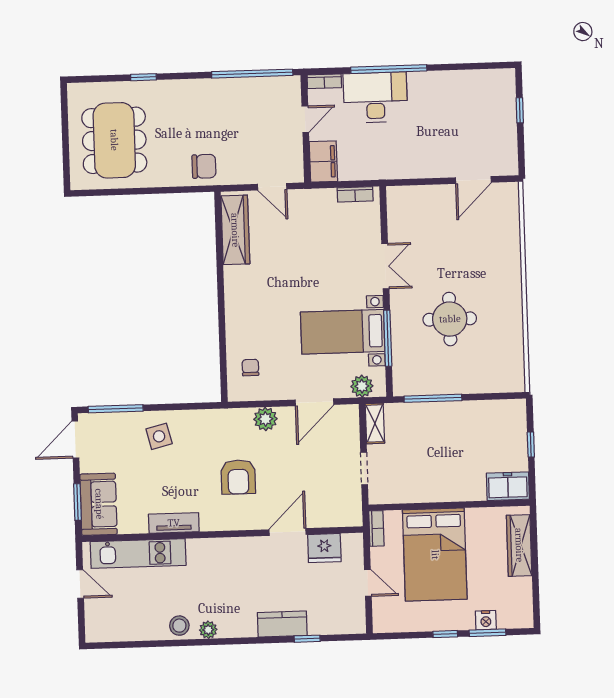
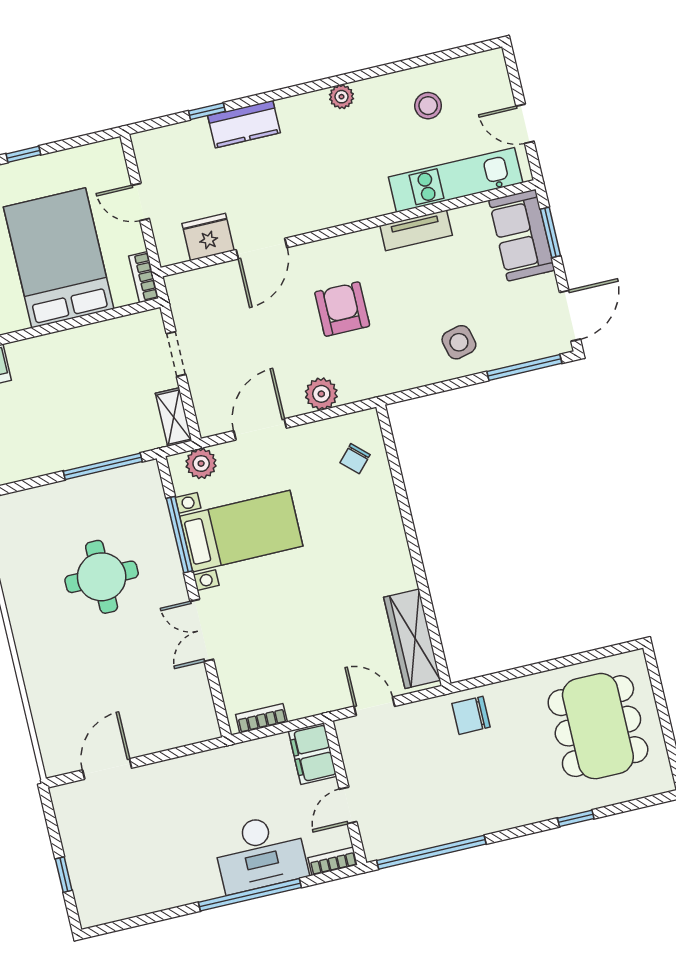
chair: (250, 368) -> (355, 459), turned 43
stool: (179, 626) -> (428, 106), moved

